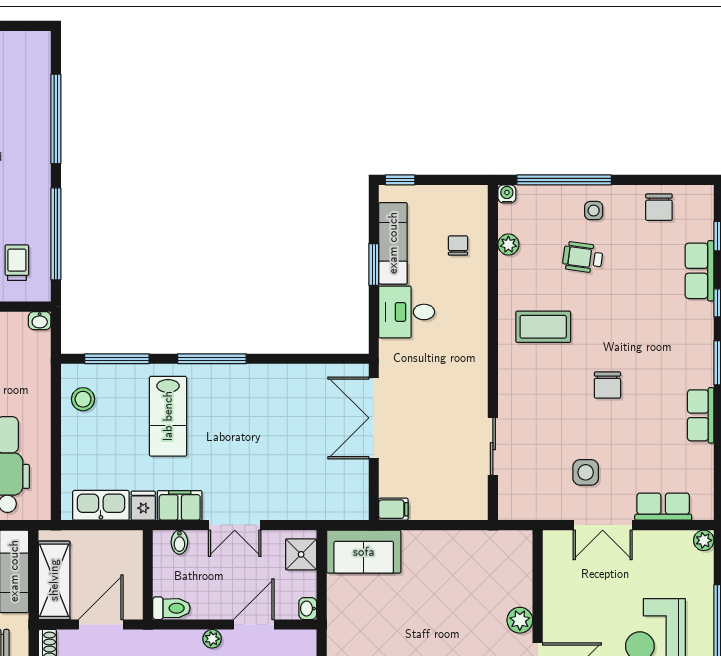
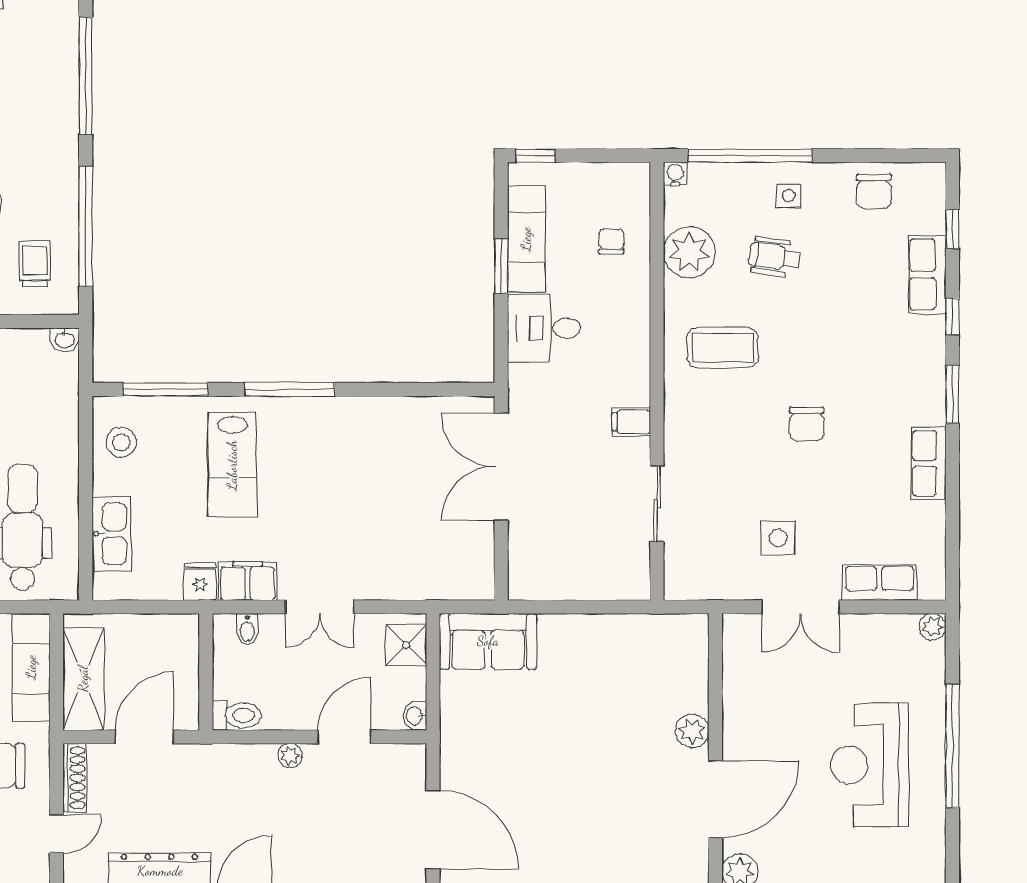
plant: (508, 245) -> (689, 252), width x1.88, depth x1.88
kitchen sink: (101, 505) -> (112, 534), moved, turned 90
filing cabinet: (393, 509) -> (631, 422), moved, turned 180

